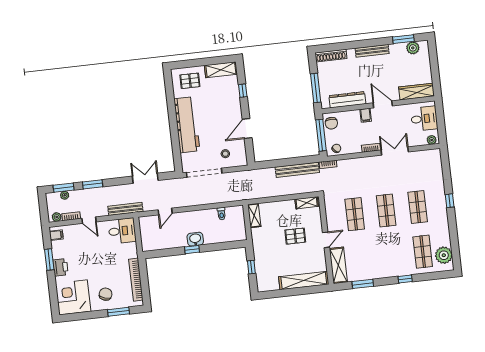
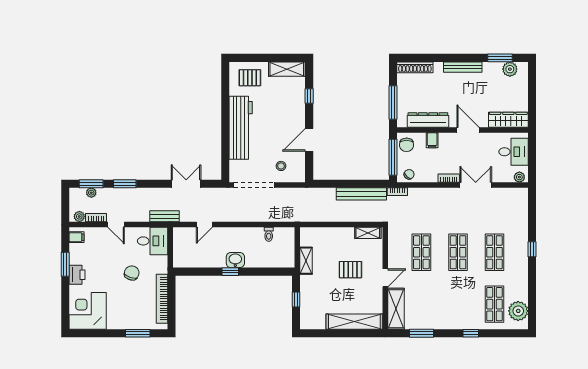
filing cabinet: (366, 115) -> (432, 140), moved
bench: (125, 209) -> (164, 216), width x0.73
shelving: (254, 216) -> (306, 261), moved
chair: (106, 294) -> (132, 273), moved

